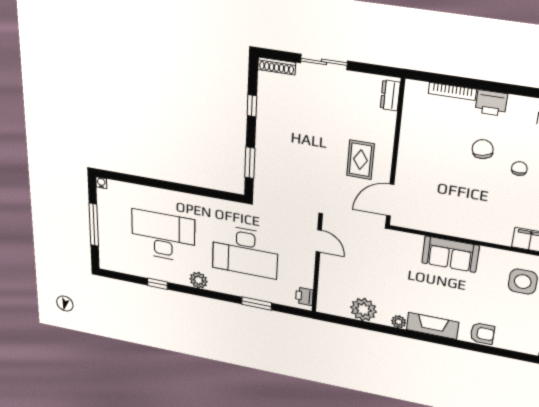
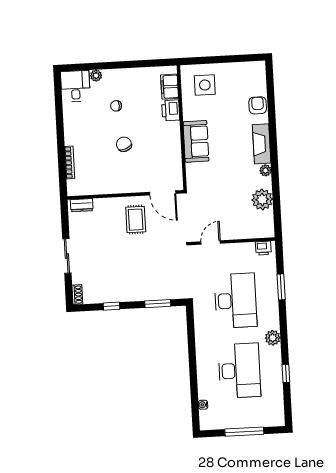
shoe rack: (277, 66) -> (77, 295), width x0.70
printer: (491, 103) -> (171, 110), moved, turned 180
chair: (483, 149) -> (124, 144), moved, turned 80
rug: (360, 160) -> (136, 220), turned 90
water cooler: (101, 183) -> (203, 405), moved
desk: (163, 236) -> (239, 371), turned 180

